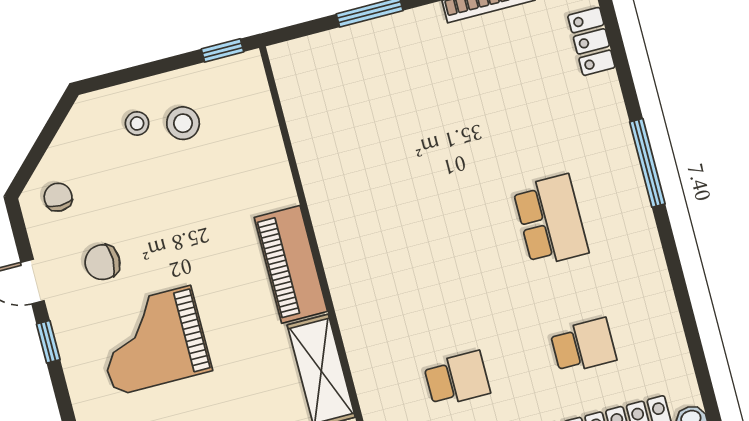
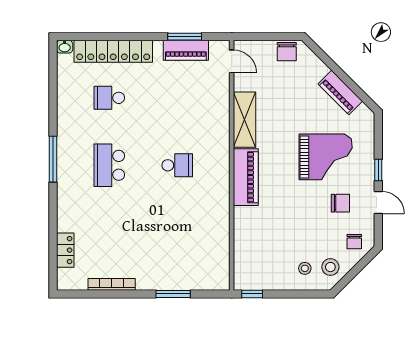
stool: (183, 123) -> (330, 267), moved
window: (647, 163) -> (53, 159), moved
school desk: (457, 379) -> (177, 165), moved, turned 180

